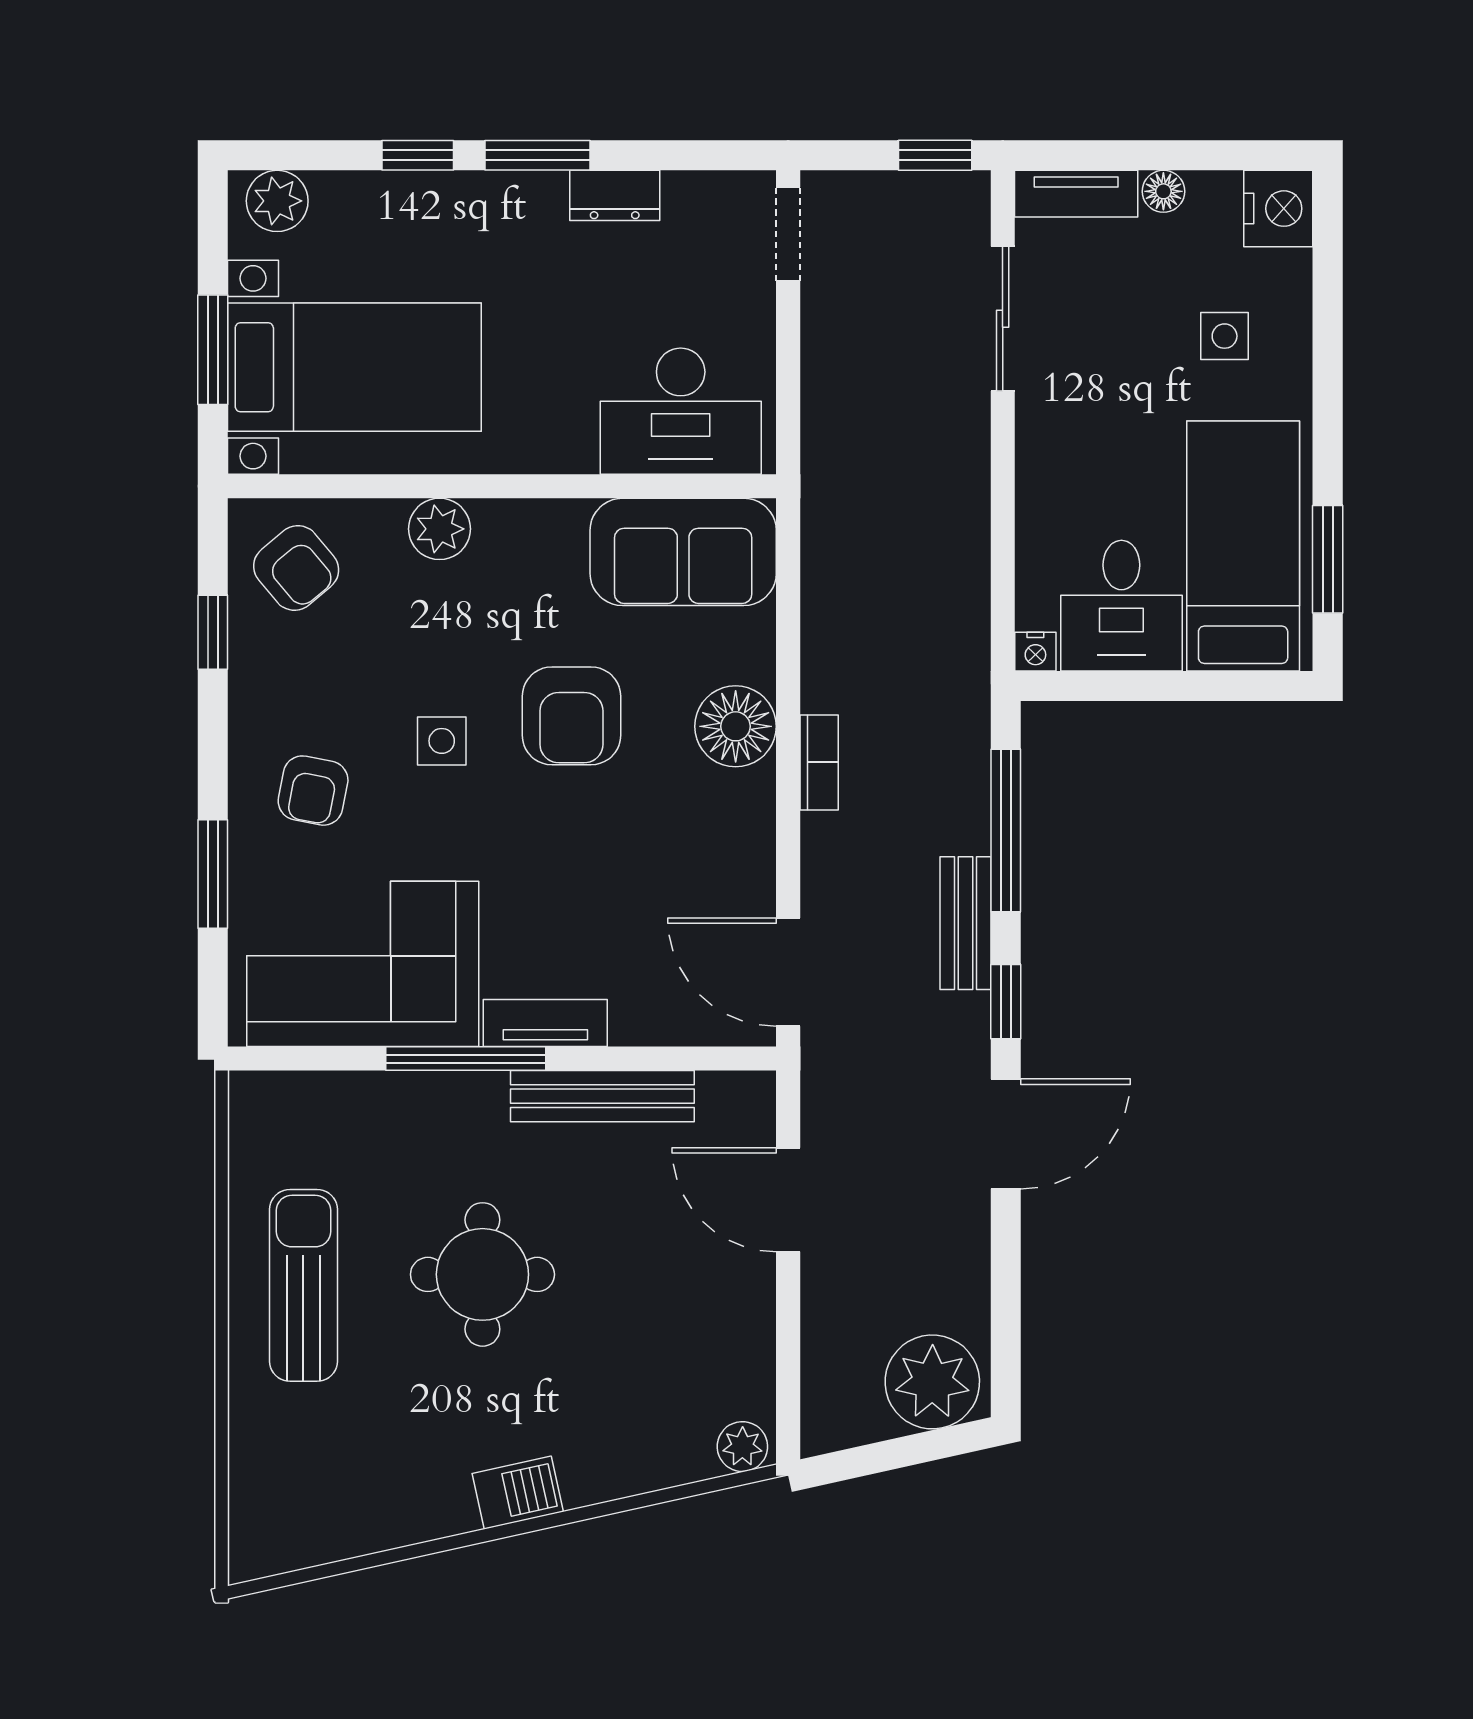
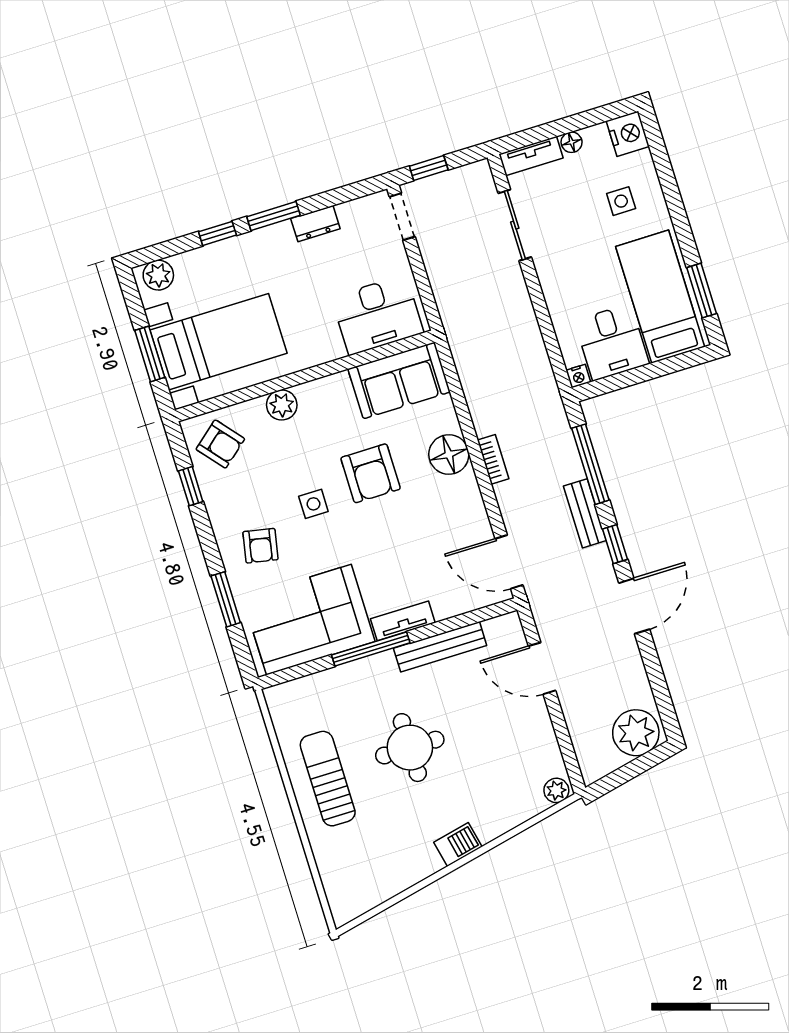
window: (935, 155) -> (429, 168), moved

